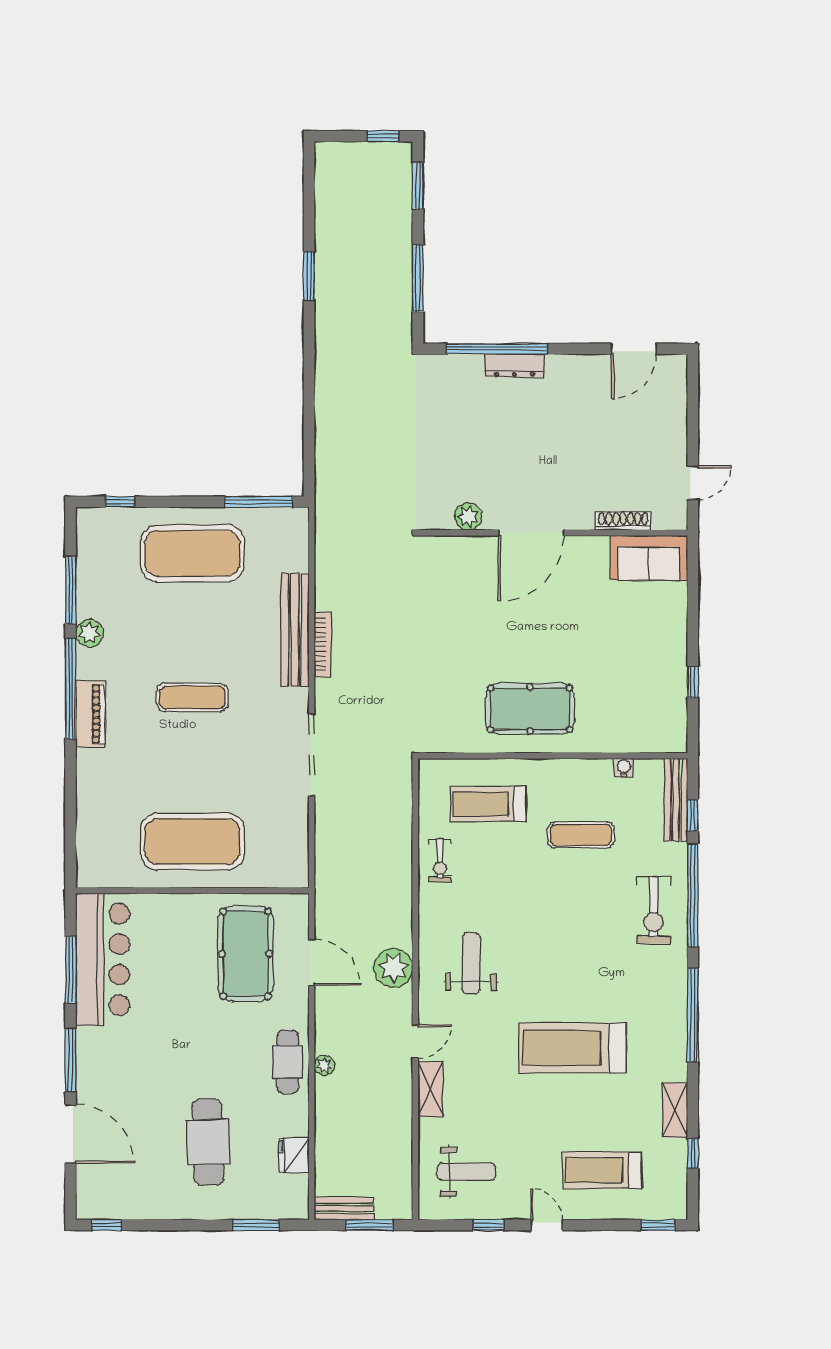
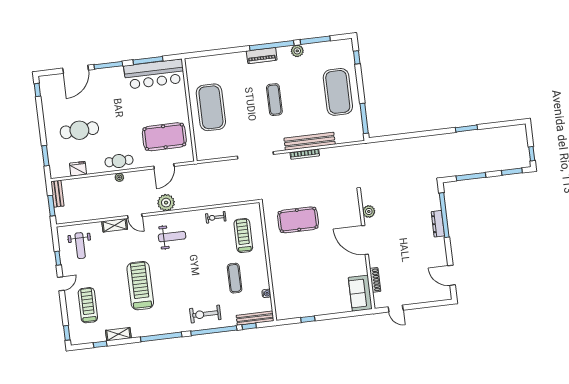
pool table: (530, 709) -> (298, 220), moved, turned 90

